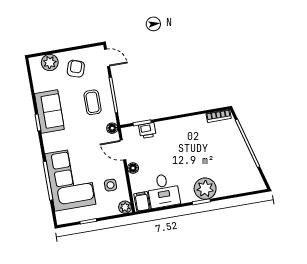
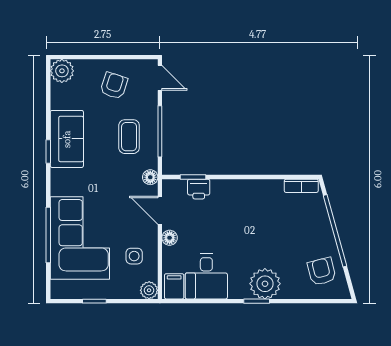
plant: (50, 63) -> (62, 71), moved
armchair: (243, 173) -> (322, 271), added

